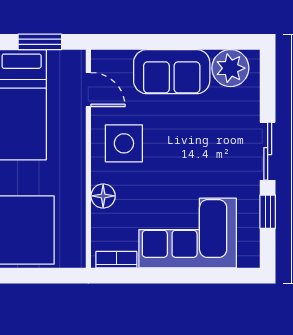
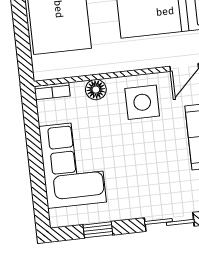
sliding door: (268, 151) -> (169, 222), moved
bookcase: (116, 260) -> (52, 91), moved, turned 90

